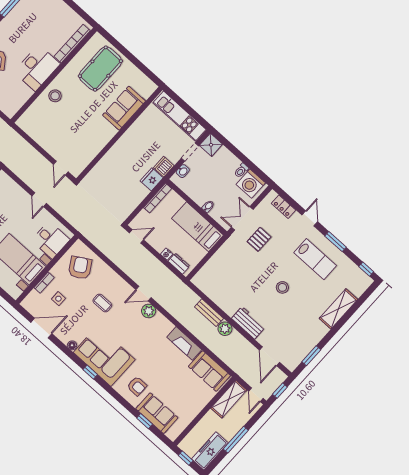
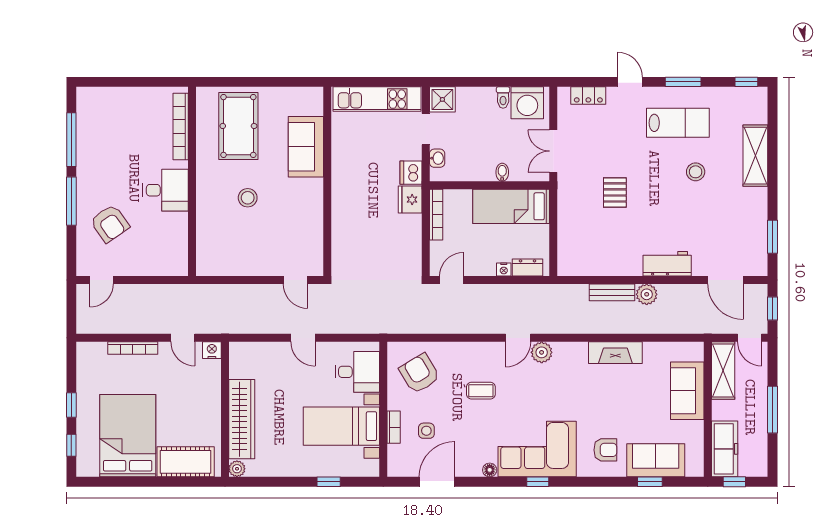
desk: (37, 68) -> (166, 190), width x0.73
stool: (55, 96) -> (248, 198), moved
pallet: (259, 239) -> (615, 192), moved
stool: (282, 287) -> (696, 172), moved
sofa: (209, 371) -> (687, 391), moved, turned 90
freezer: (210, 451) -> (725, 449), moved, turned 180

